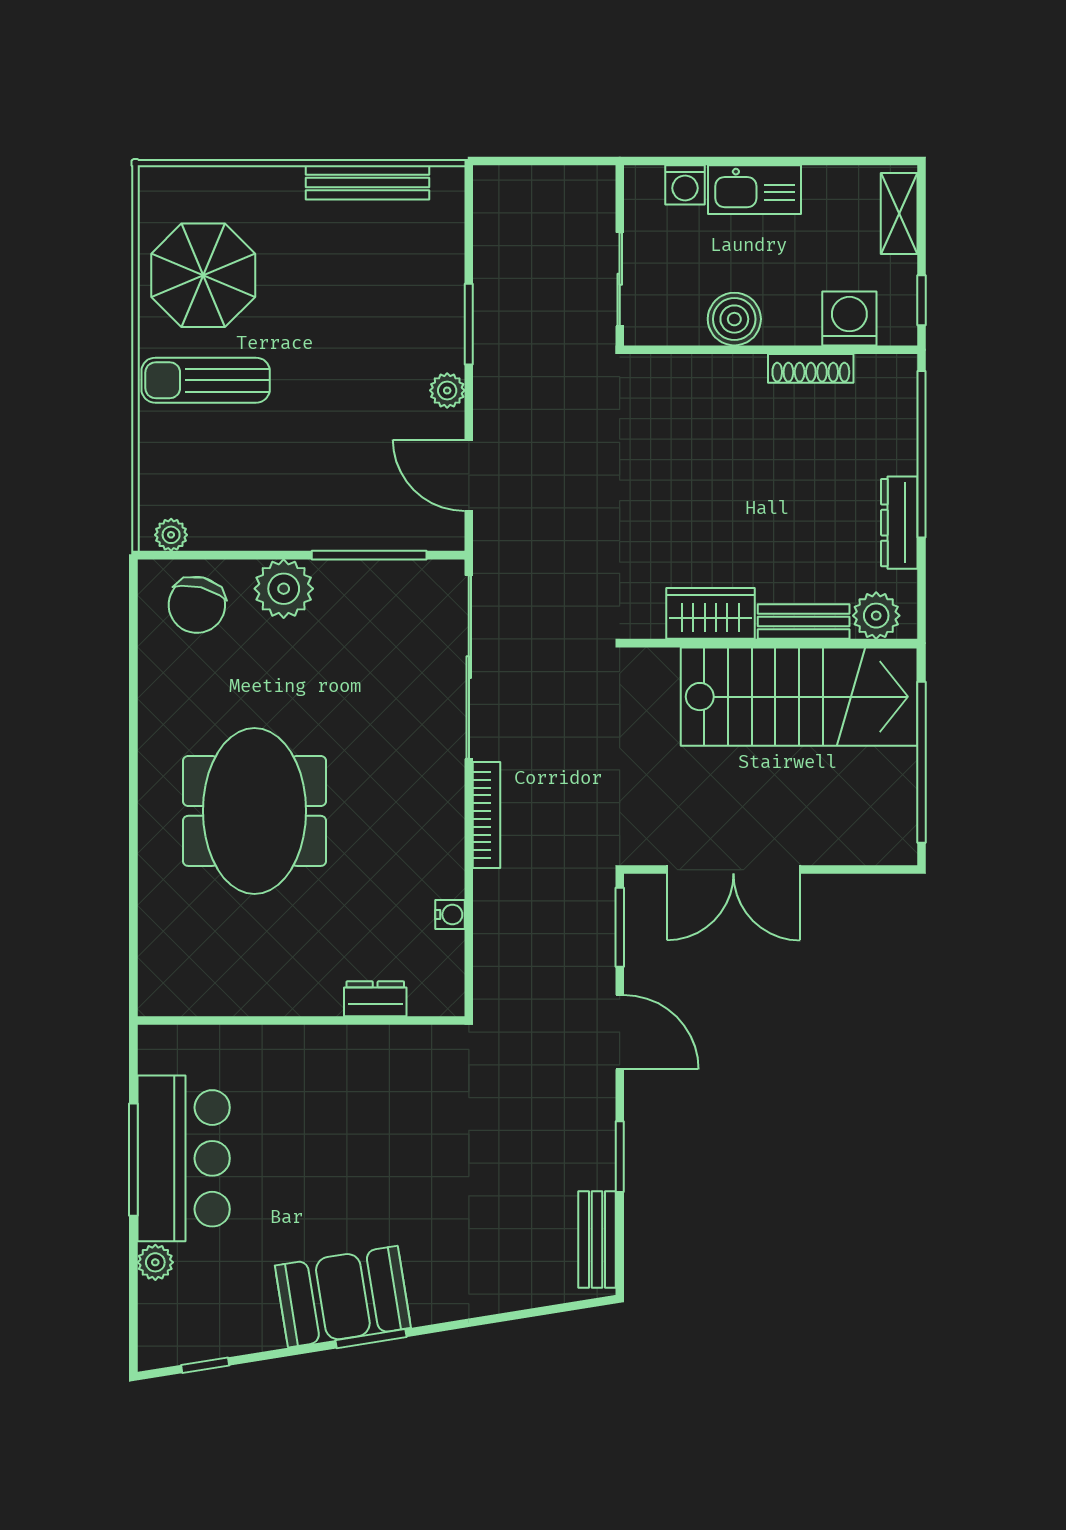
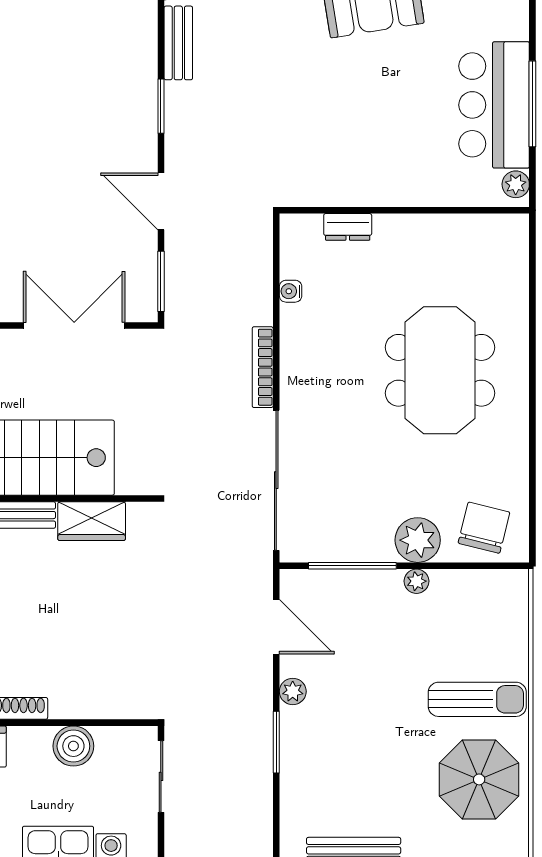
plant: (171, 535) -> (416, 581), moved
plant: (155, 1262) -> (516, 184), moved

